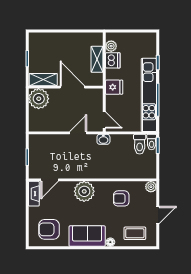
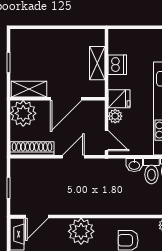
plant: (111, 46) -> (115, 116), moved
door: (72, 87) -> (66, 99), swing flipped
shoe rack: (46, 126) -> (32, 148), added
washbasin: (103, 139) -> (134, 165), moved

